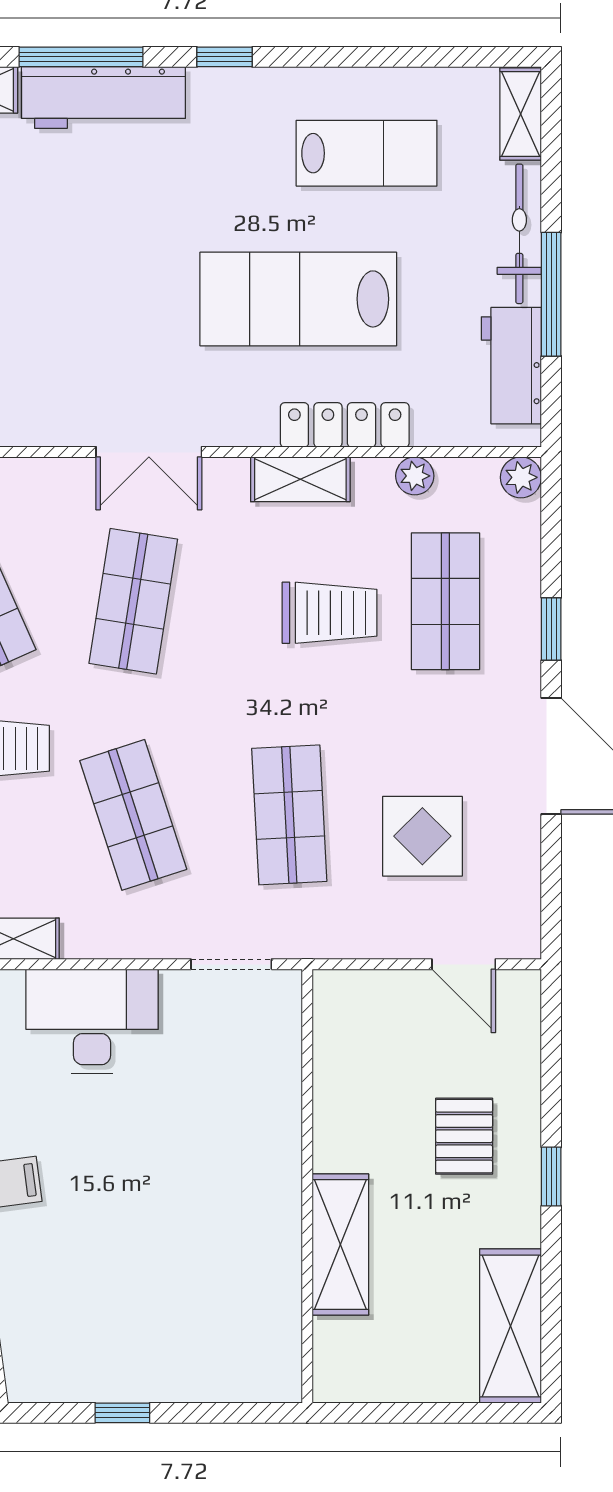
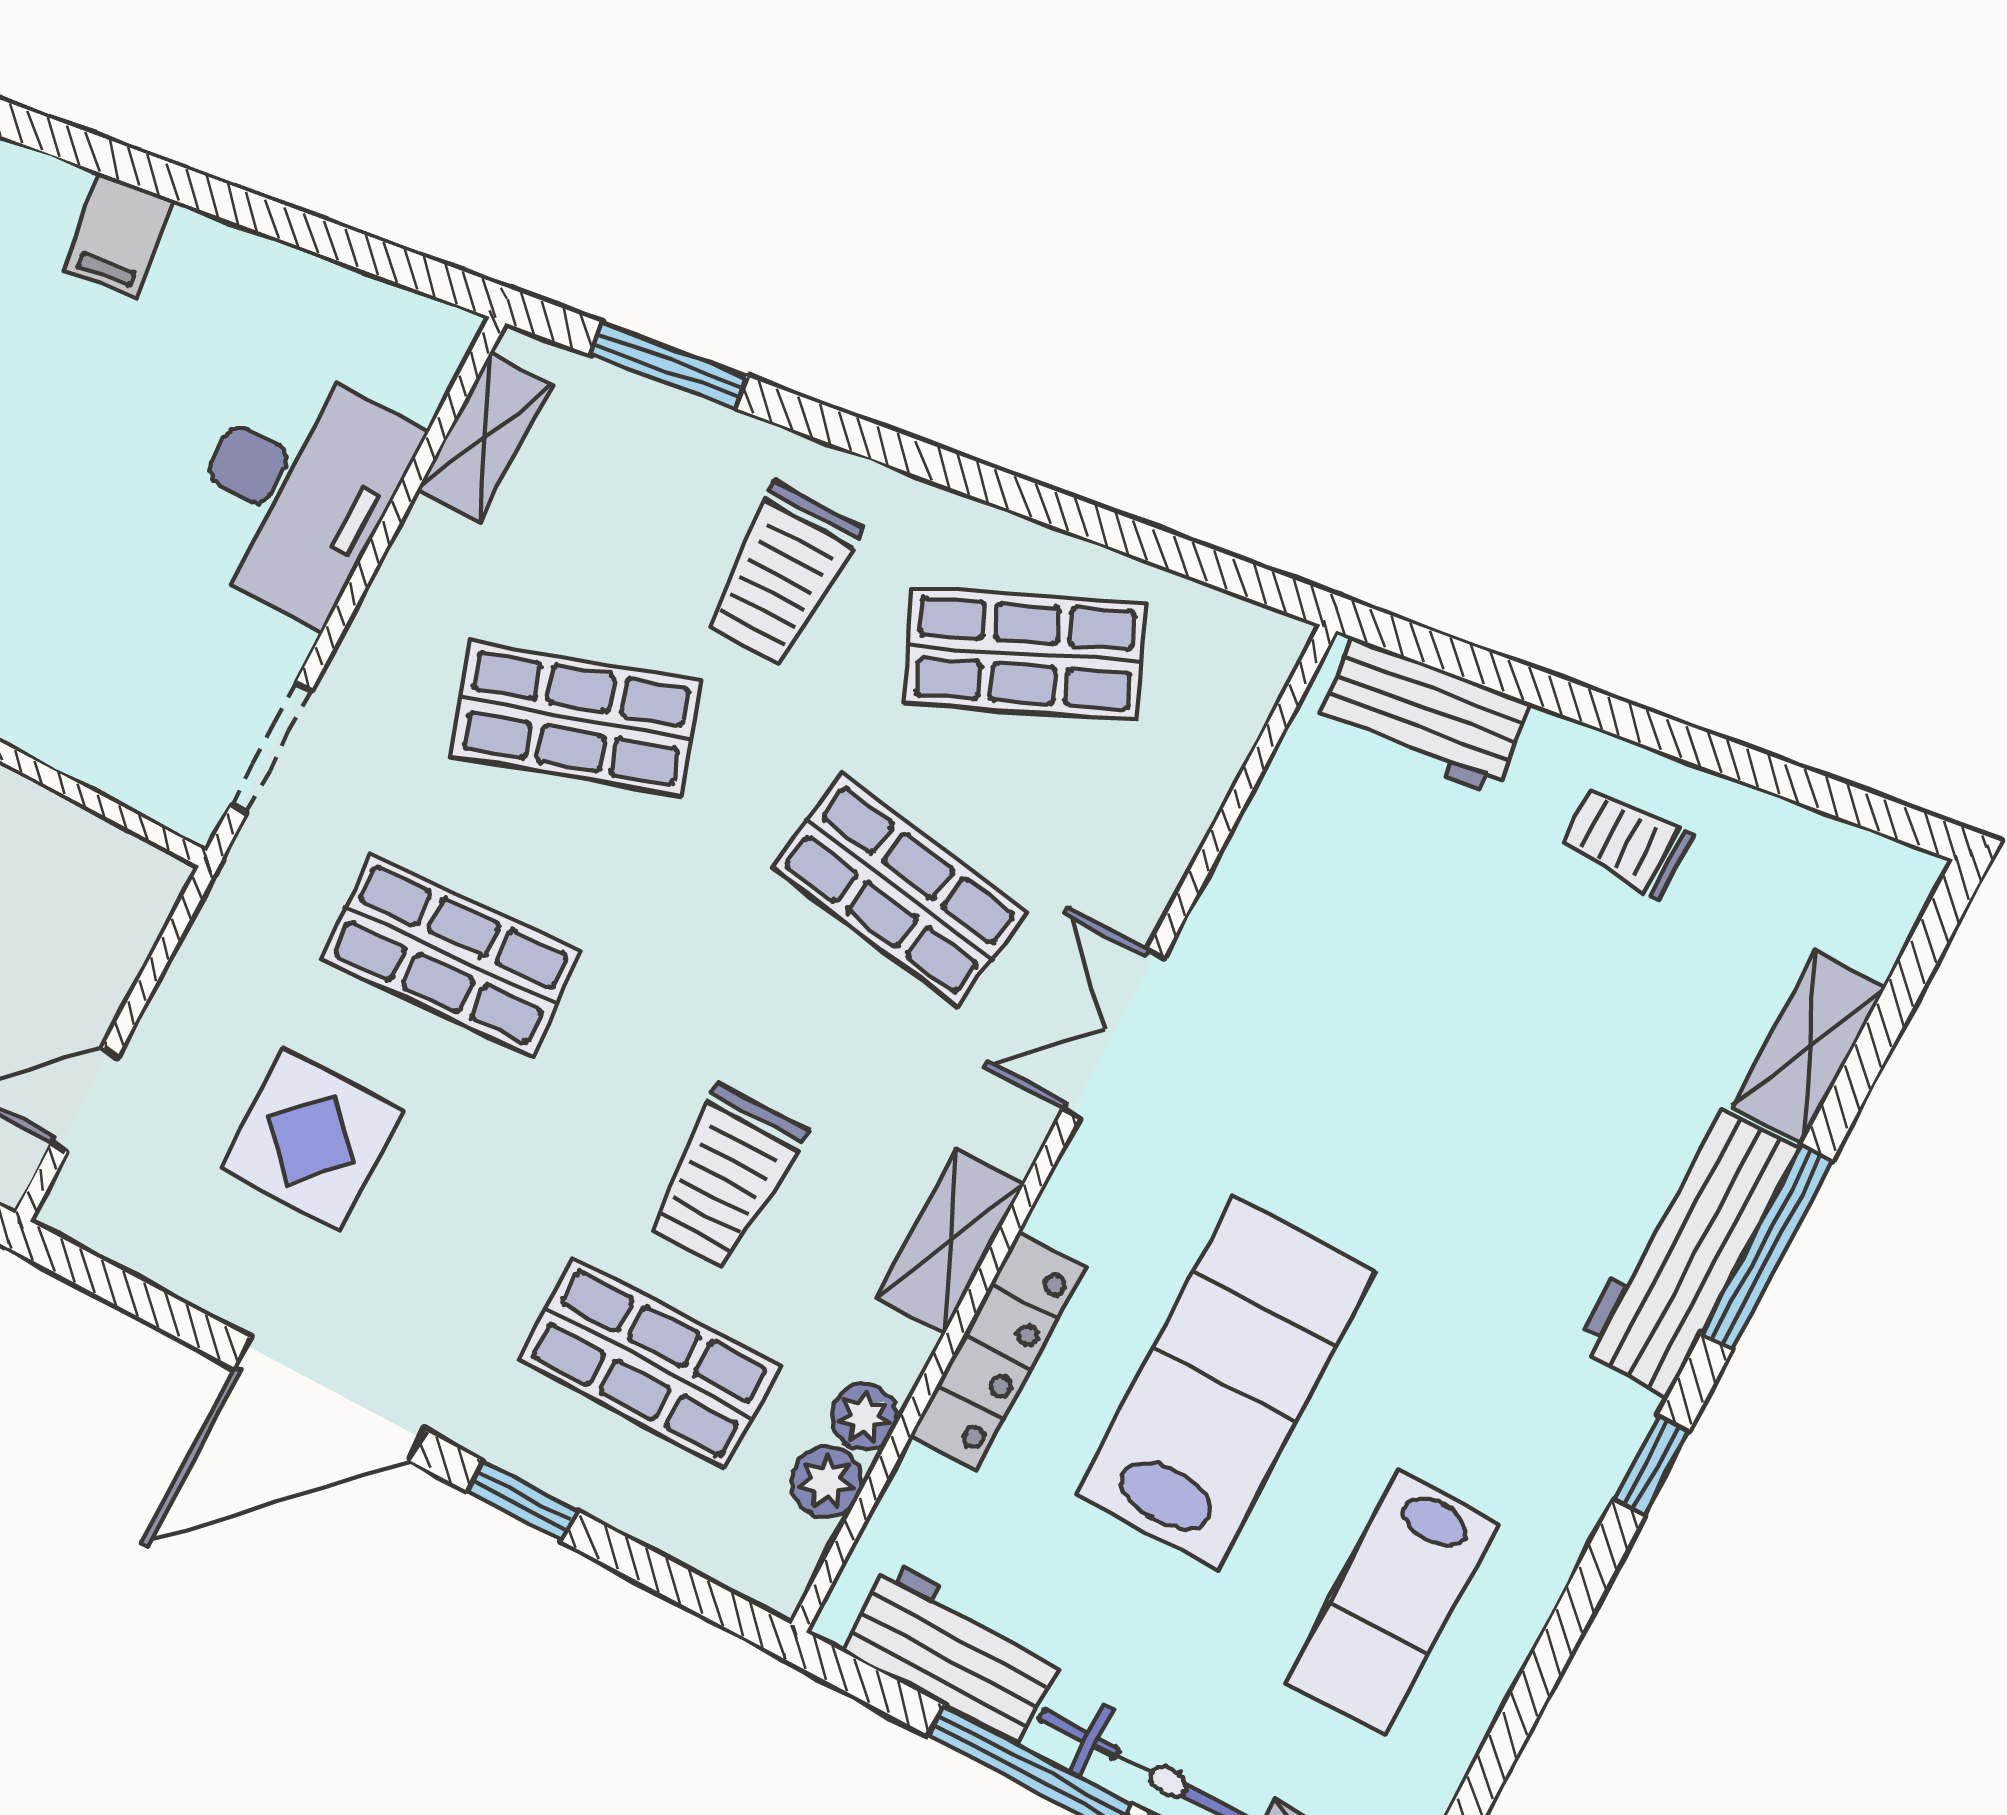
plant: (521, 477) -> (827, 1482), moved

